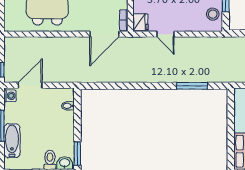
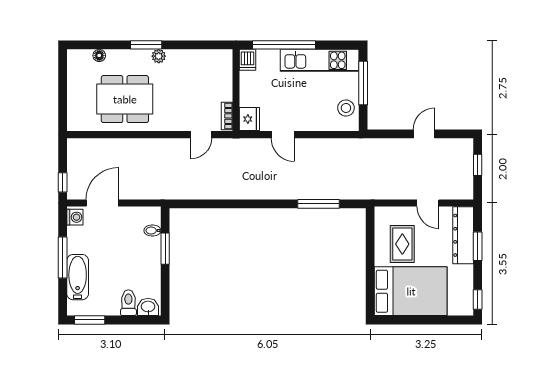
door: (104, 34) -> (201, 135), width x0.53
window: (77, 154) -> (165, 249), moved

